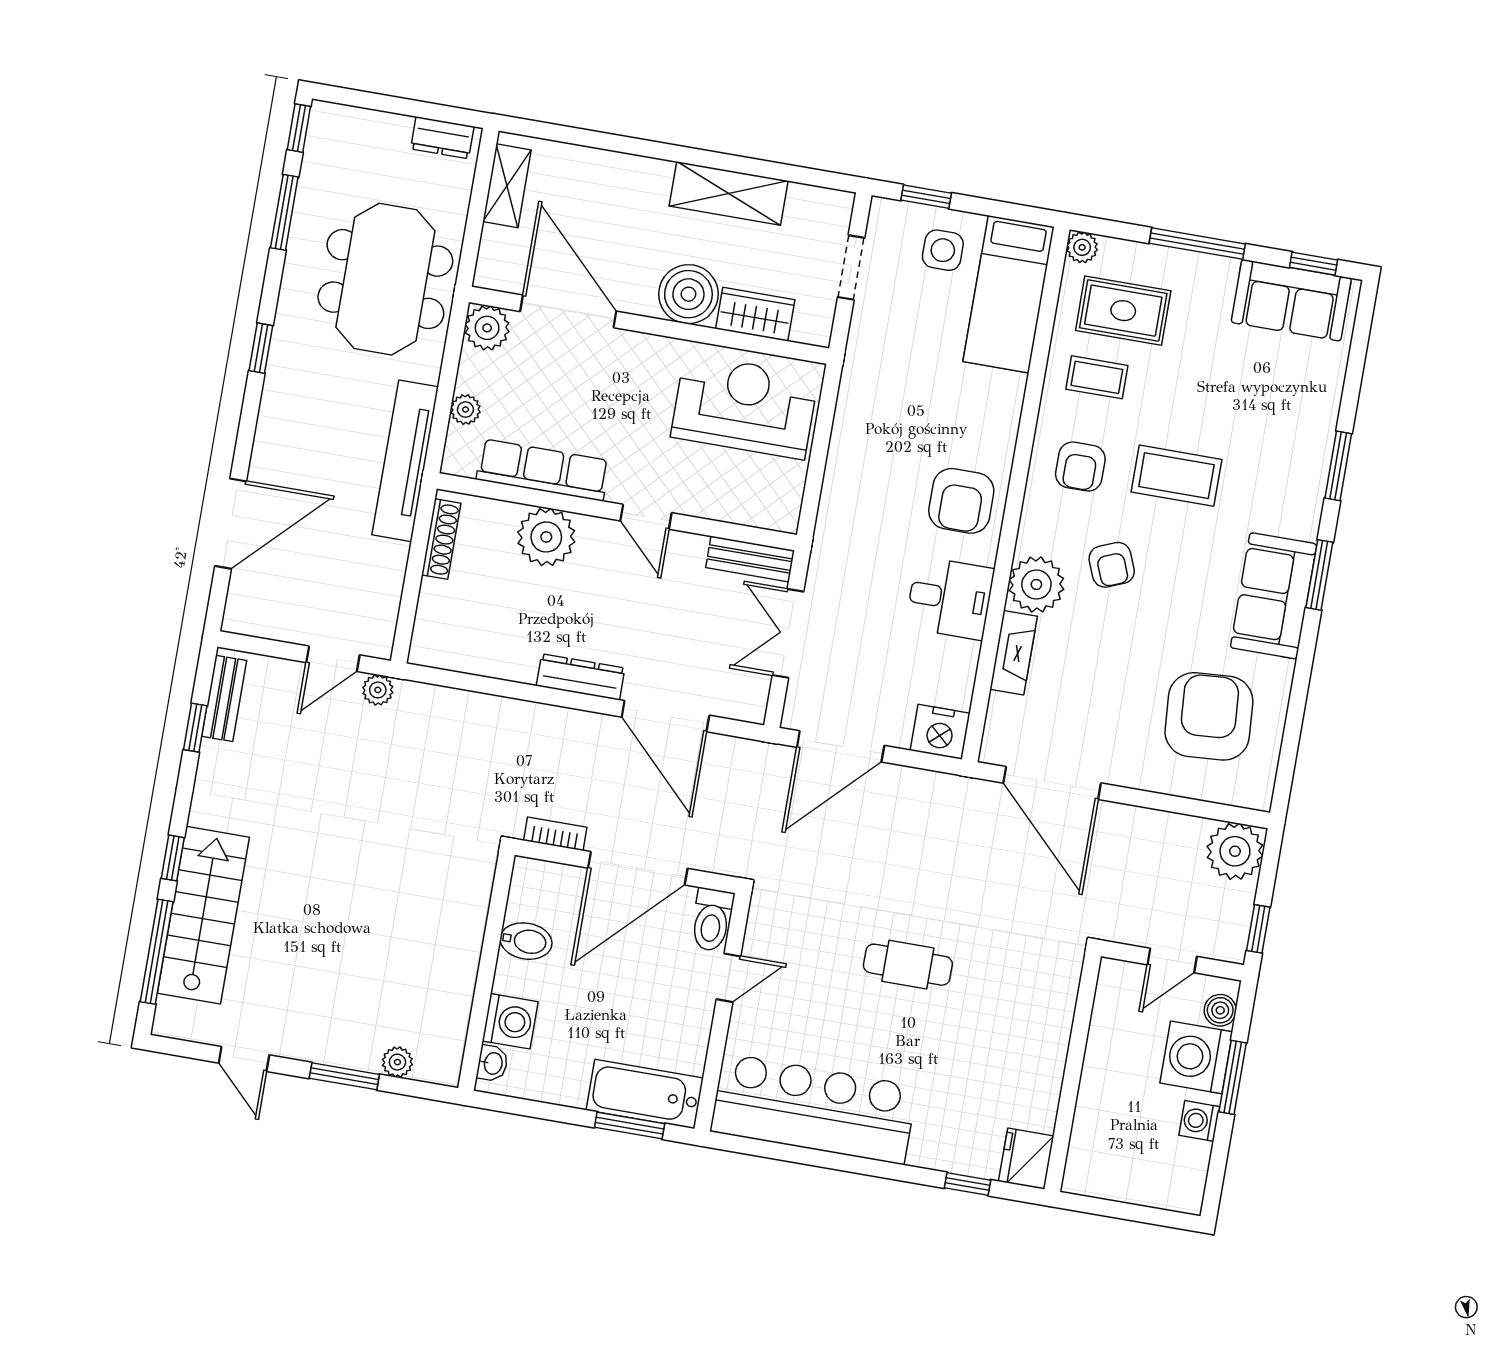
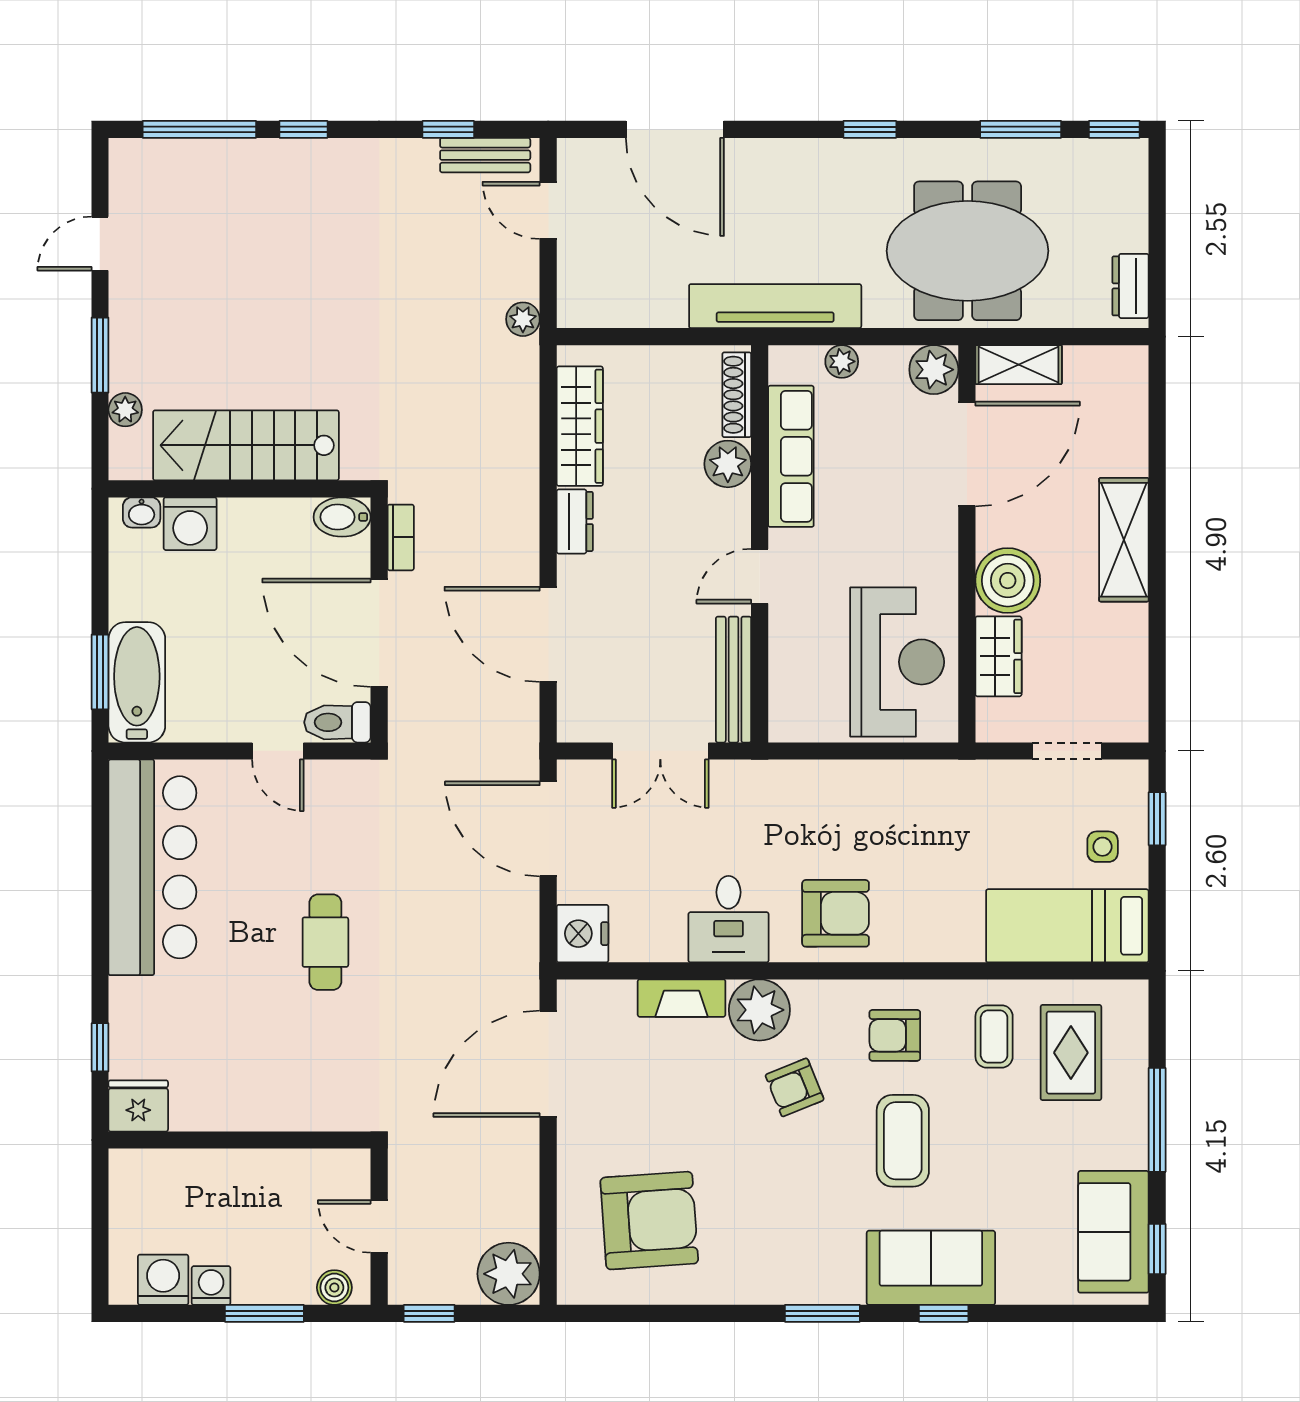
shelving: (507, 186) -> (1019, 365), moved
shelving: (729, 193) -> (1124, 540), moved
plant: (1082, 247) -> (1132, 996), removed
side table: (943, 250) -> (1103, 847), width x0.73, depth x0.73
window: (1338, 466) -> (944, 1313), width x0.67
armchair: (961, 501) -> (836, 913), turned 180
plant: (546, 537) -> (728, 464), width x0.73, depth x0.73
shoe rack: (441, 539) -> (737, 395), moved, turned 90
bench: (750, 559) -> (734, 680), width x1.36
sofa: (1274, 596) -> (931, 1268), moved
double door: (788, 633) -> (660, 751), swing flipped
wardrobe: (483, 655) -> (580, 426), added
door: (333, 659) -> (548, 210), moved
dresser: (581, 677) -> (575, 521), width x0.70
door: (665, 716) -> (548, 634), hinge flipped
stairs: (203, 915) -> (246, 445), moved, turned 180
bidet: (526, 941) -> (342, 517), moved, turned 90
washing machine: (1196, 1057) -> (163, 1280), moved, width x0.73, depth x0.73

